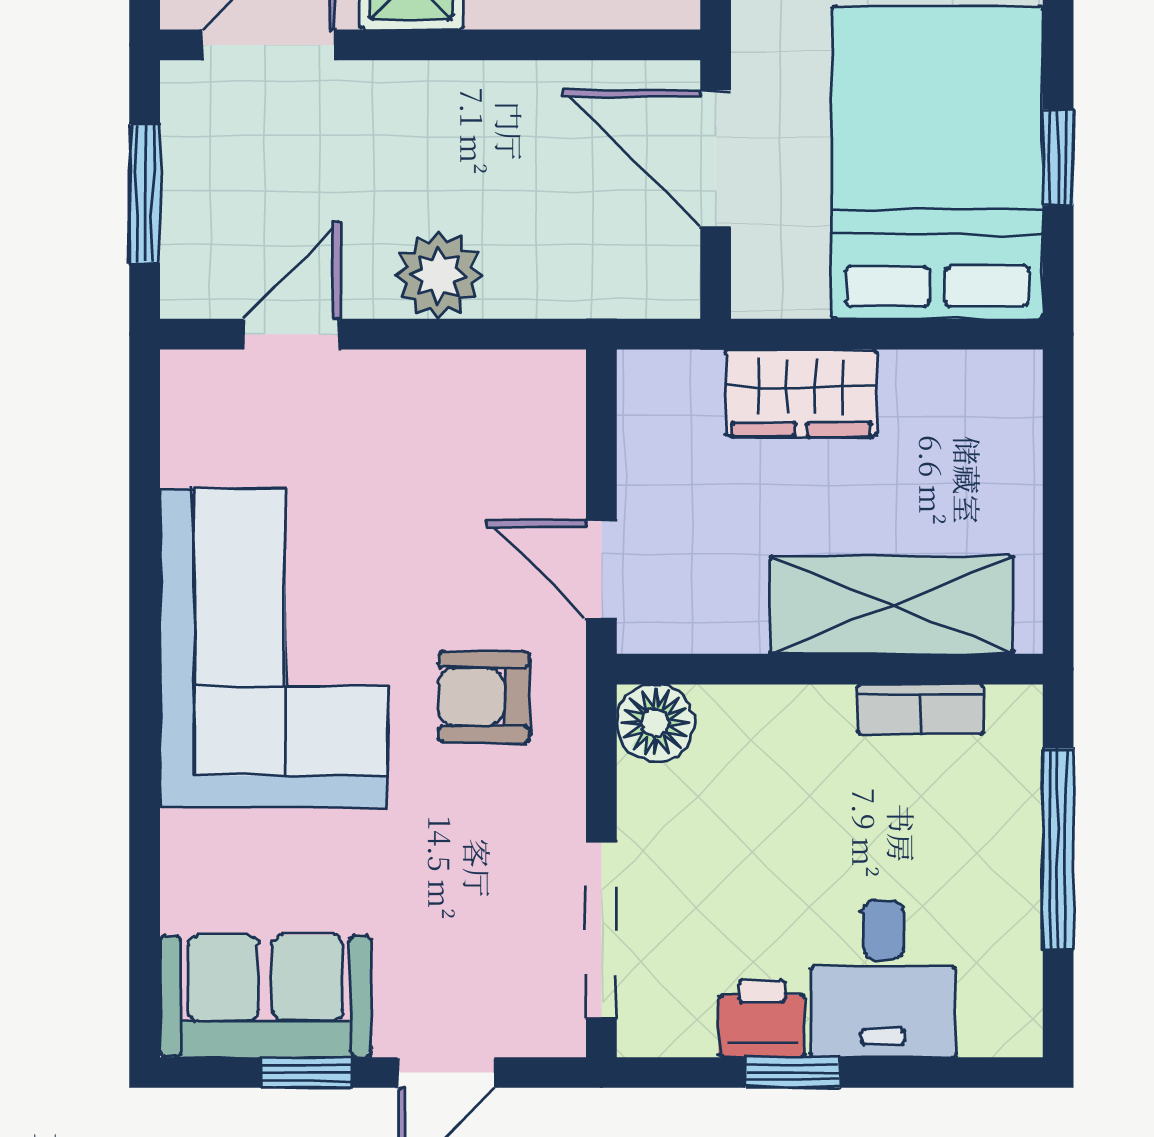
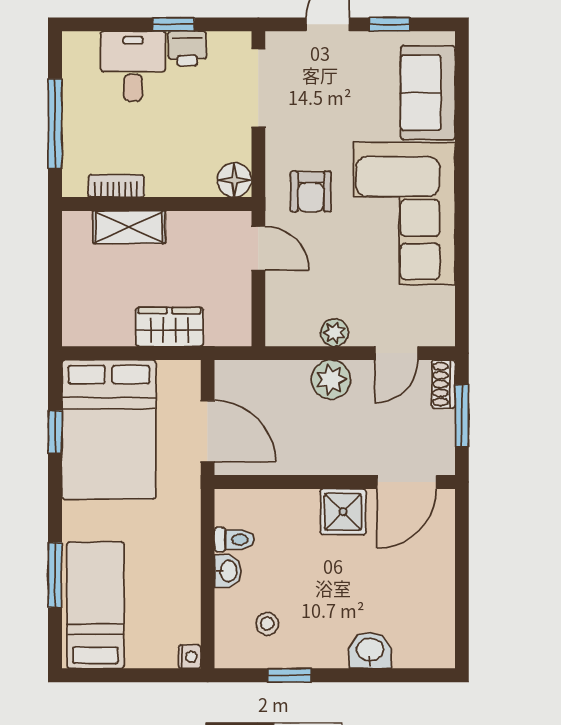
shoe rack: (186, 265) -> (443, 384), added
plant: (431, 380) -> (334, 333), added
shelving: (892, 605) -> (129, 227), width x0.67, depth x0.75
armchair: (484, 697) -> (311, 192), turned 90
sofa: (265, 996) -> (428, 93), moved, turned 90

